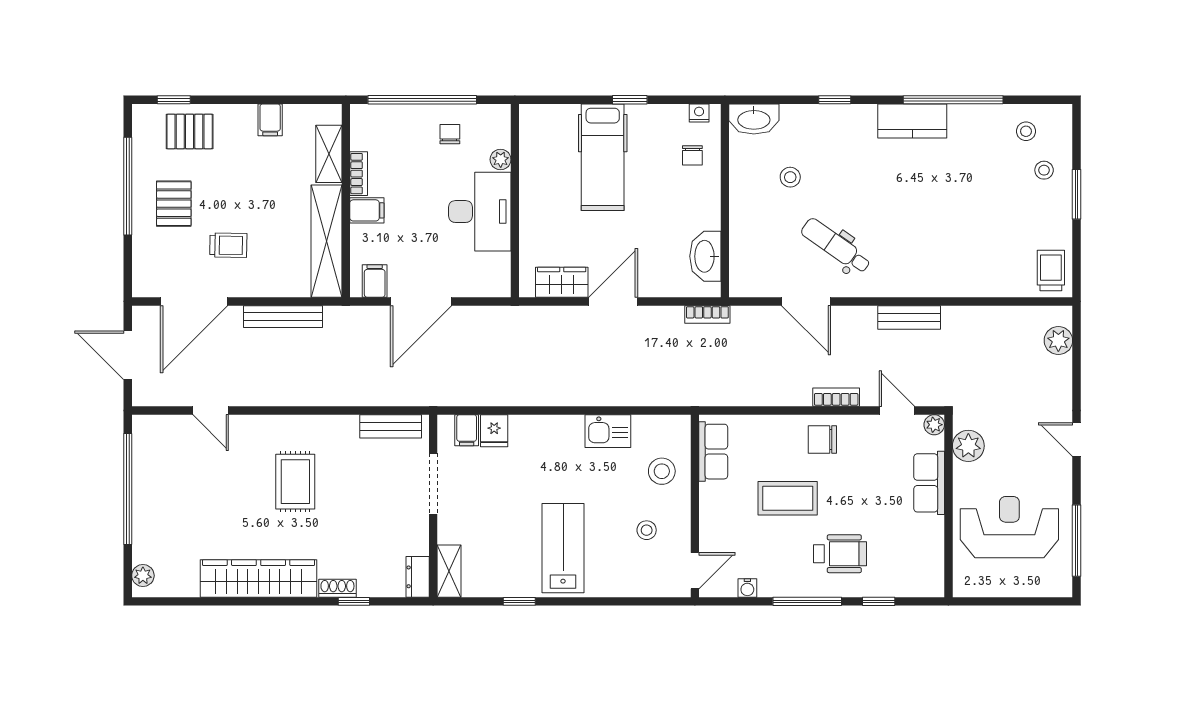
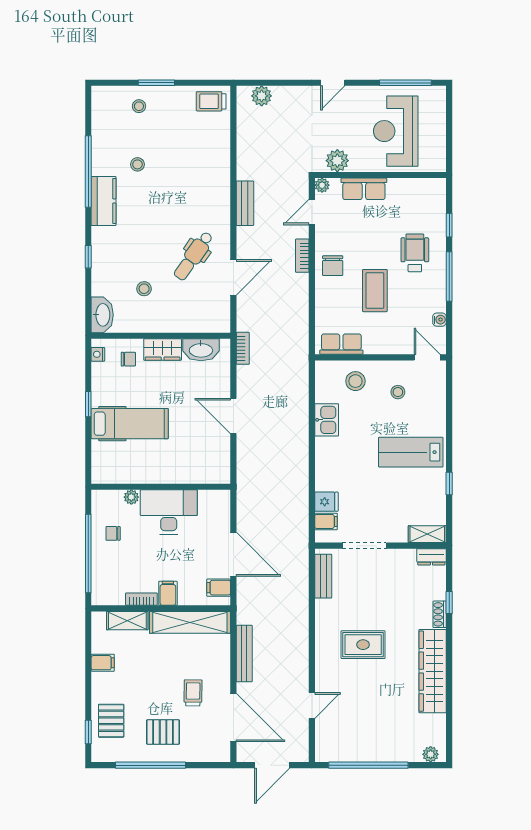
stool: (1026, 131) -> (137, 164), moved
wardrobe: (562, 282) -> (163, 350), moved, turned -90

